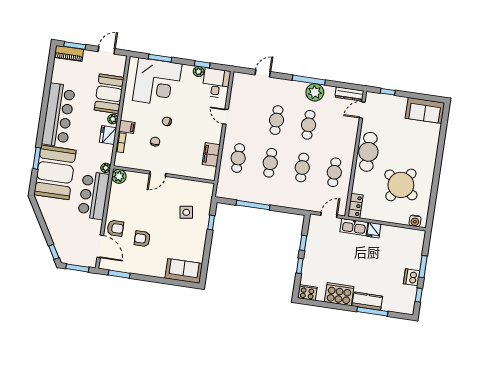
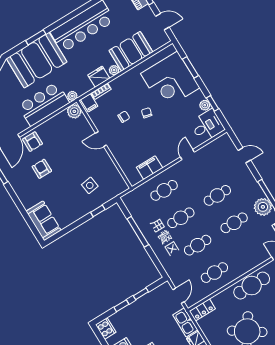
filing cabinet: (127, 127) -> (89, 103), moved
door: (329, 215) -> (178, 296), hinge flipped

